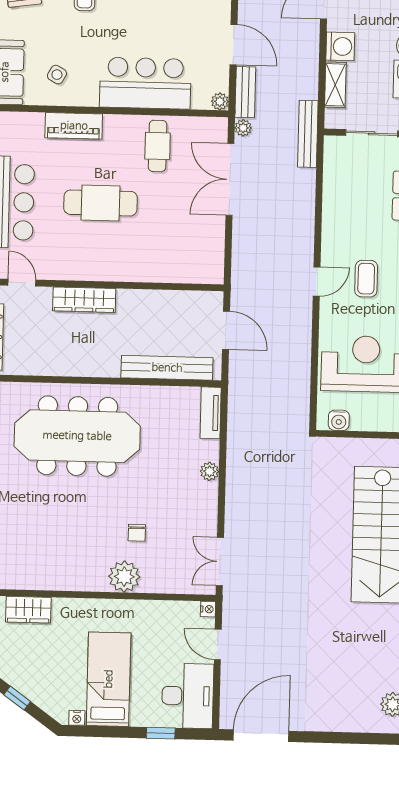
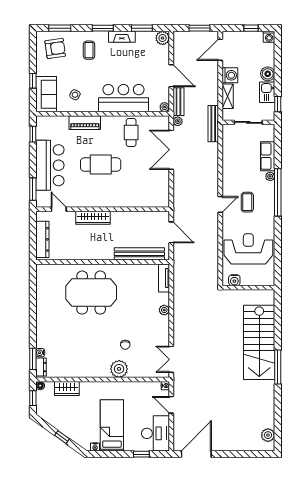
meeting table: (77, 436) -> (91, 293), width x0.73

